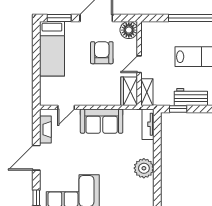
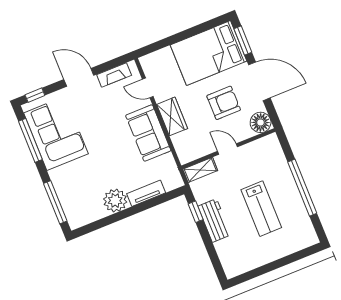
bed: (52, 49) -> (208, 53), width x1.50
wardrobe: (129, 91) -> (172, 116), moved, turned 90
tv unit: (148, 124) -> (146, 193), moved

